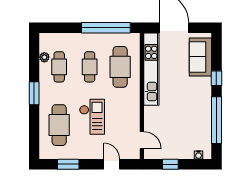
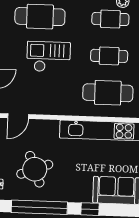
checkout: (92, 117) -> (48, 57), turned 180
round table: (185, 125) -> (35, 169), added

